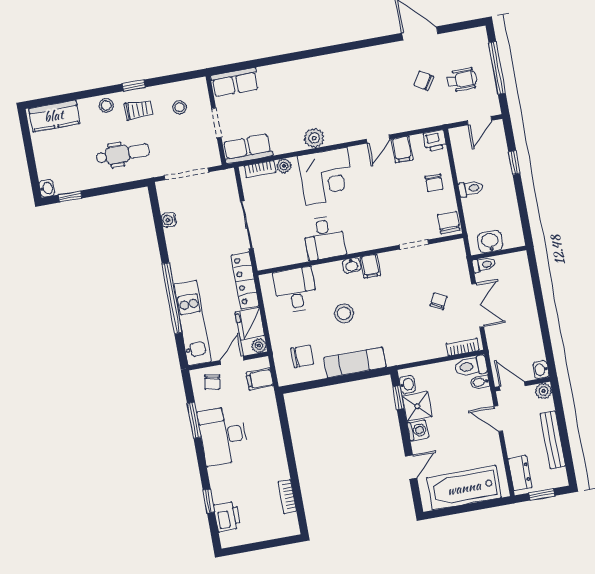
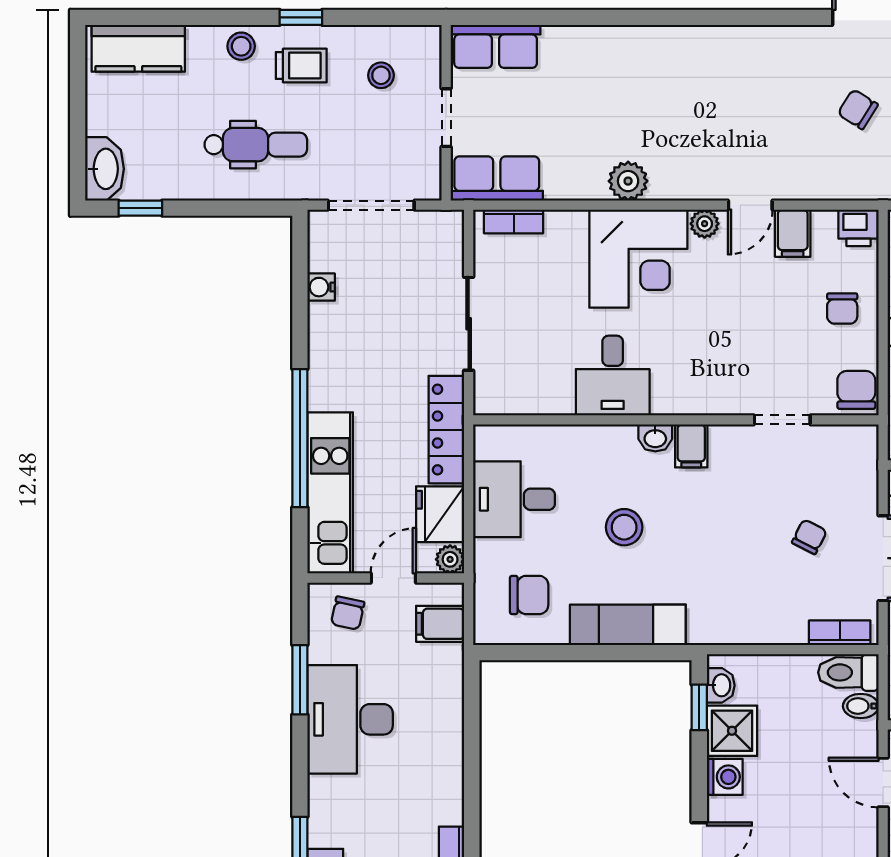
plant: (284, 166) -> (705, 224), moved
washbasin: (47, 188) -> (105, 169), width x1.91, depth x1.45
desk: (295, 290) -> (514, 499), moved, turned -90

